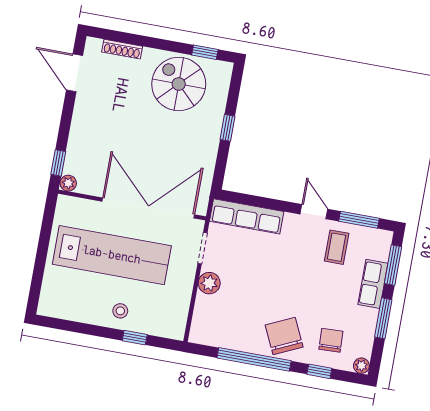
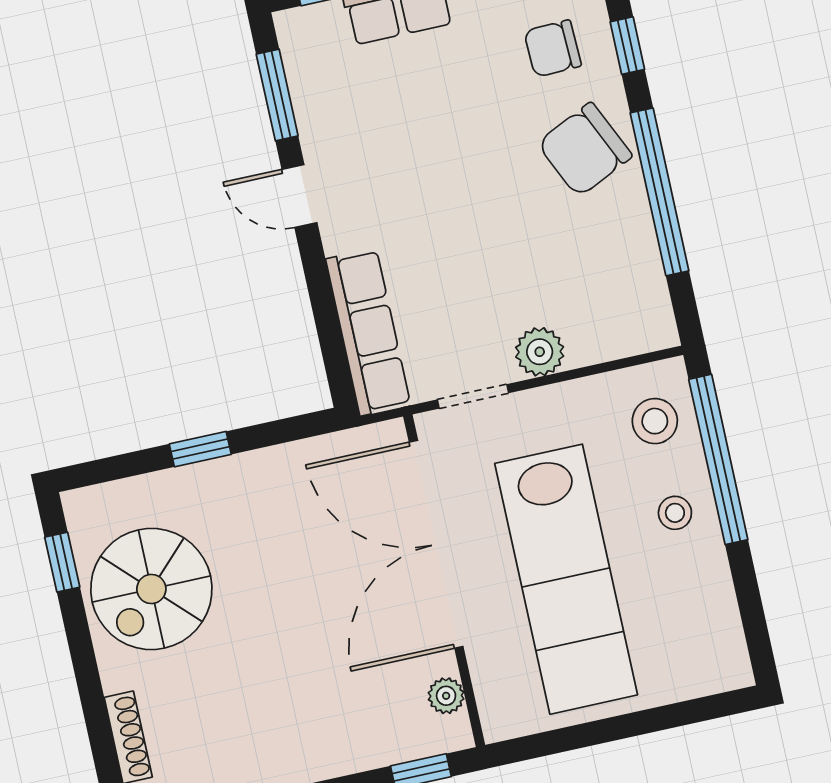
plant: (68, 183) -> (446, 696), moved
door: (314, 212) -> (299, 196), hinge flipped
coffee table: (337, 247) -> (354, 118), removed
lab bench: (112, 255) -> (566, 579), turned 180
stool: (161, 318) -> (655, 421), added
window: (135, 338) -> (718, 459), width x3.17

